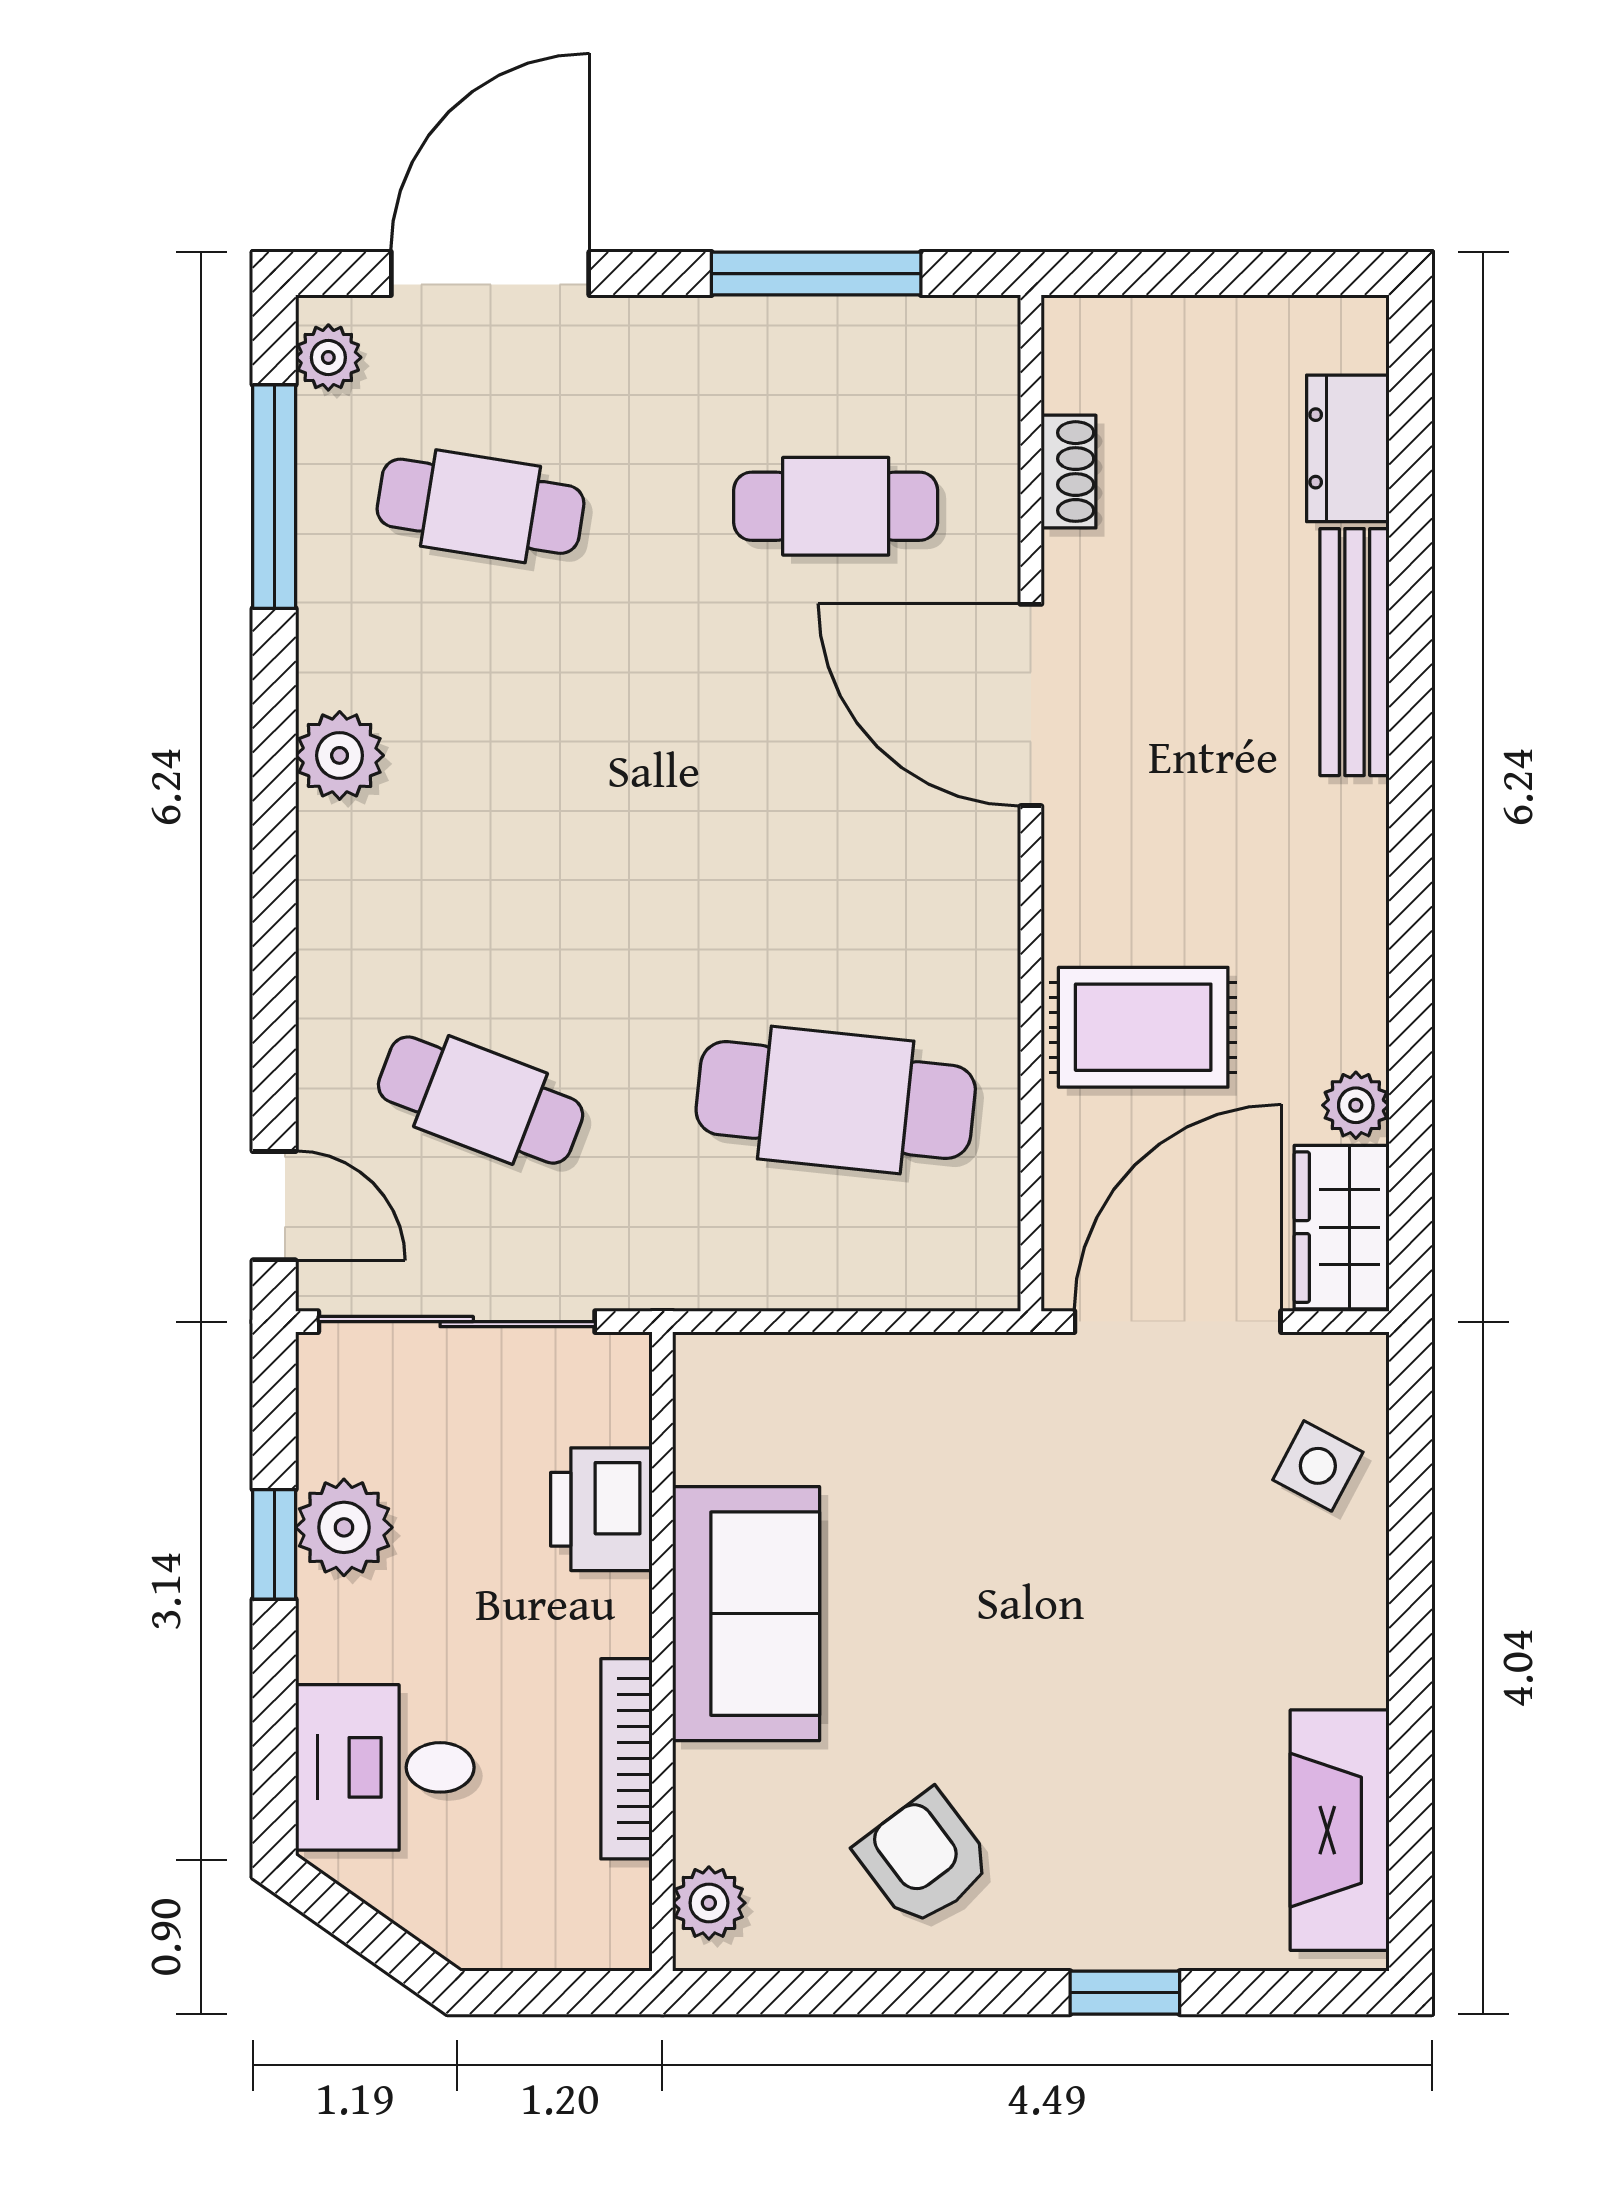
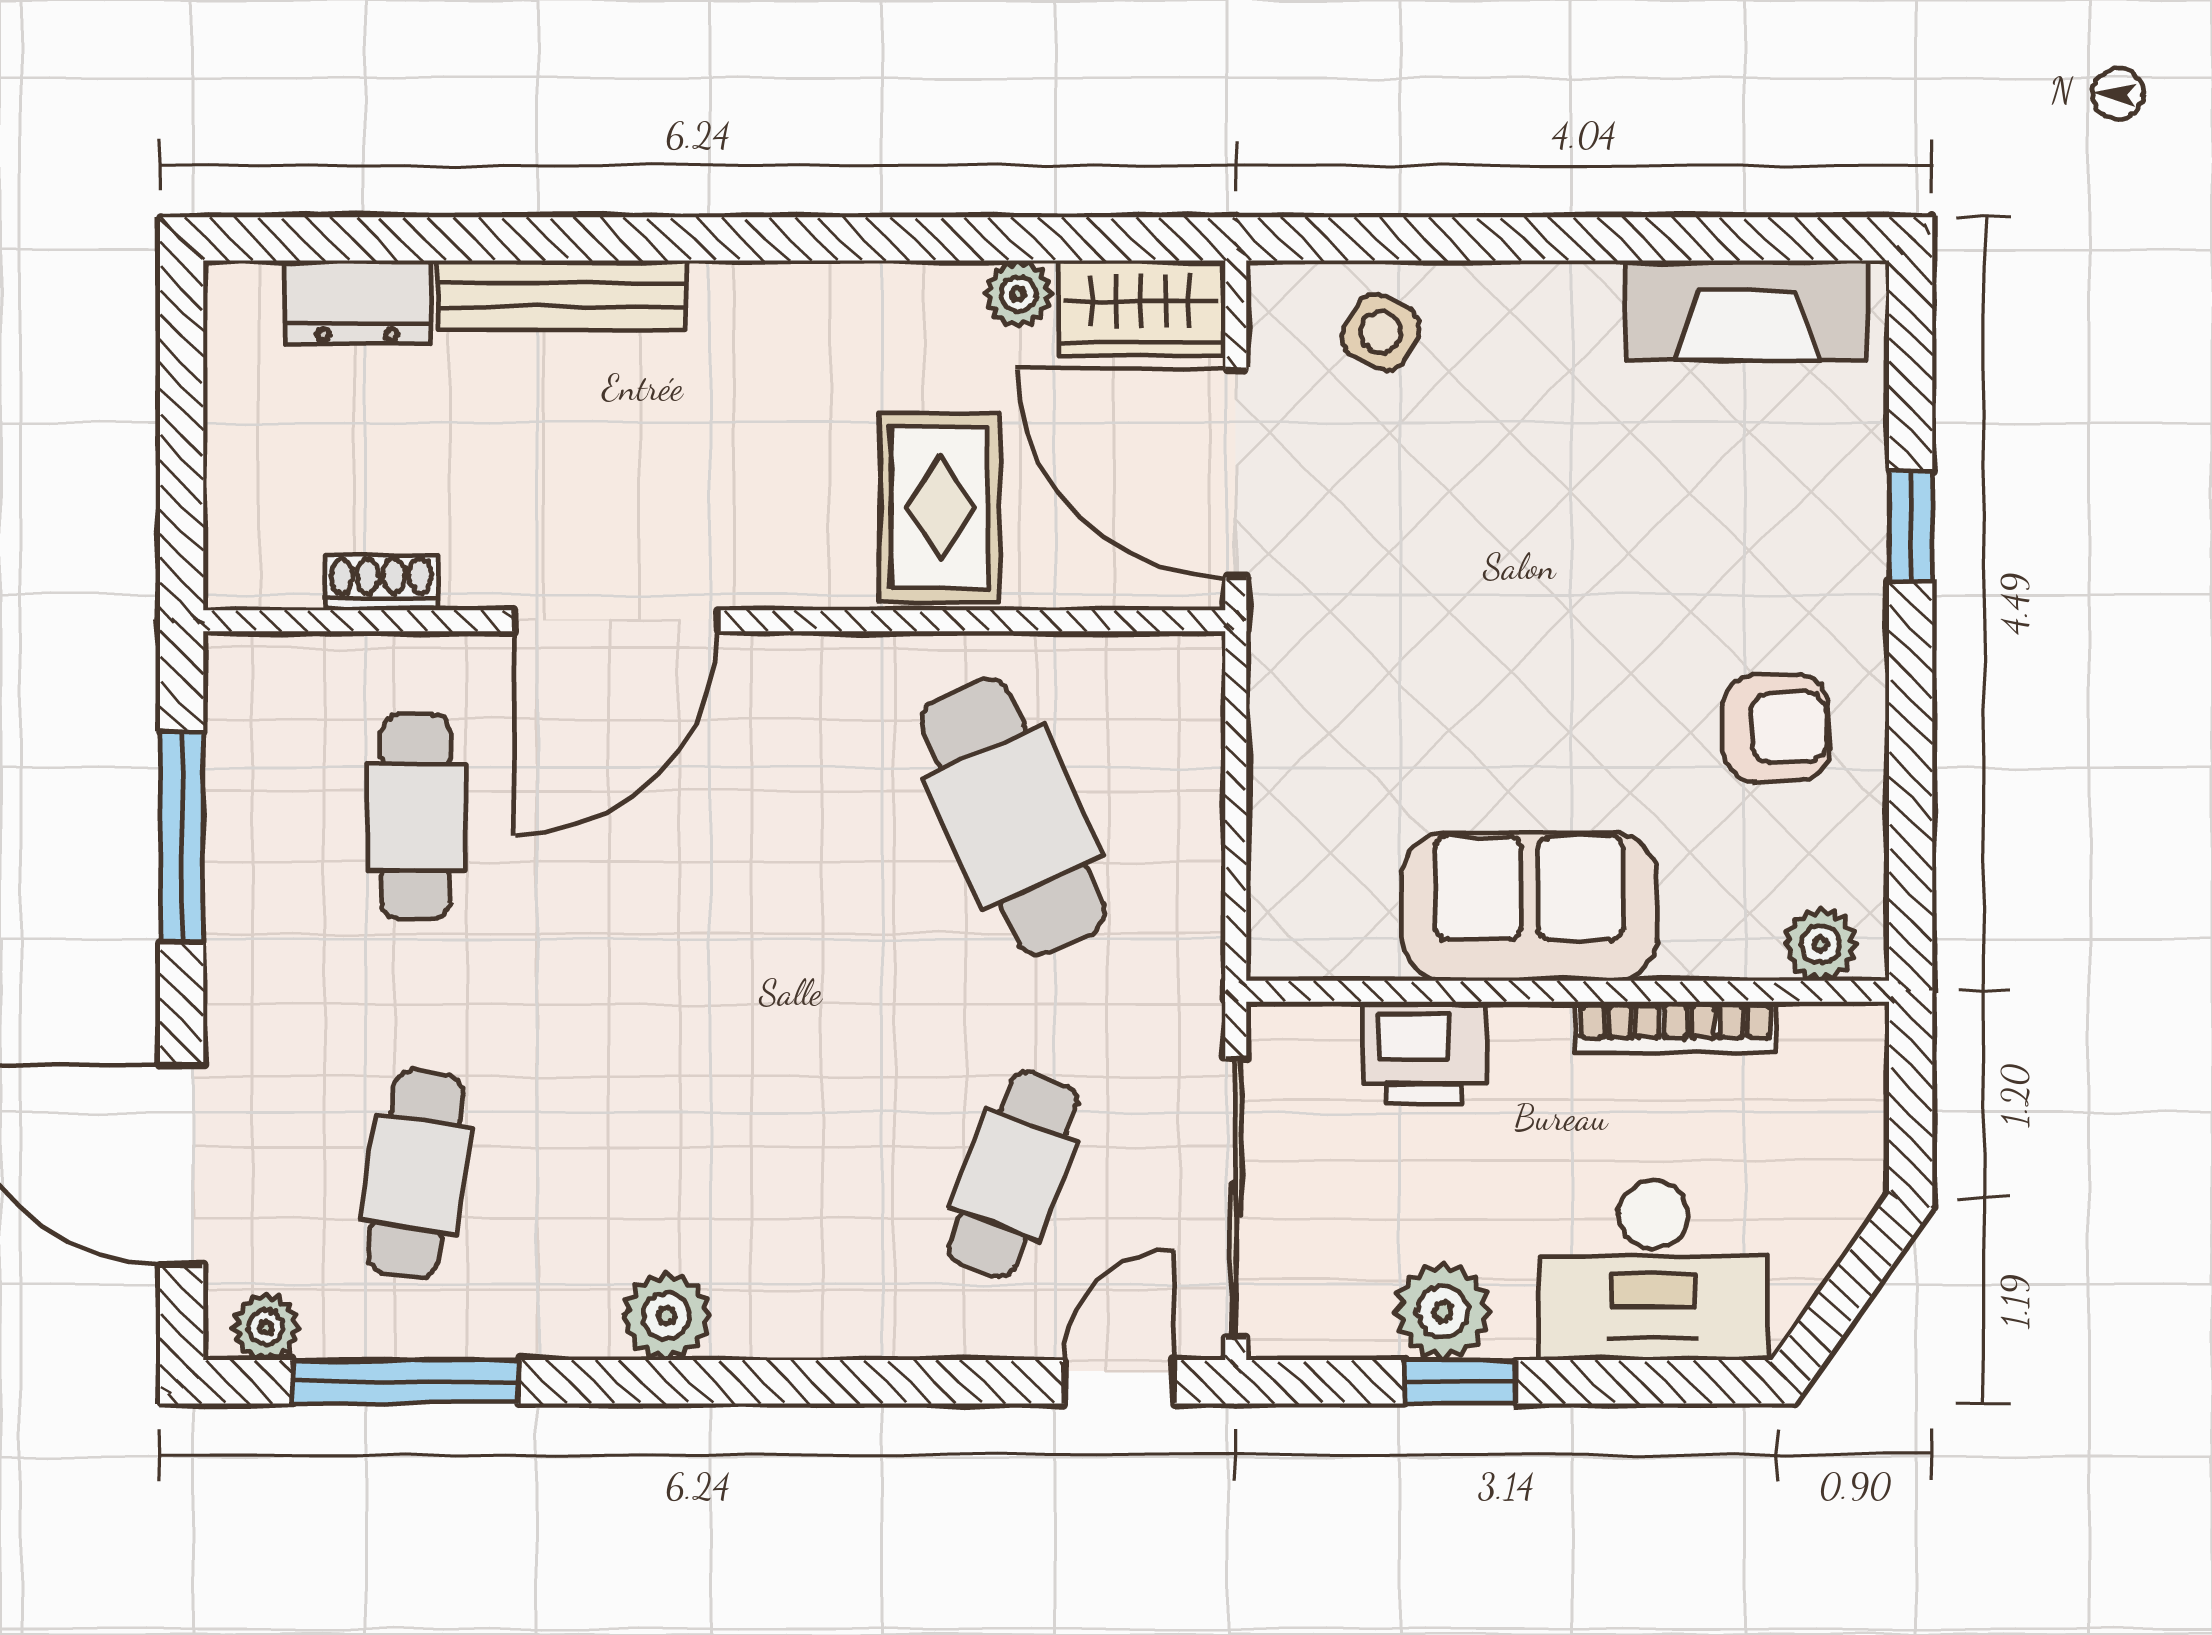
cafe table: (836, 1100) -> (1013, 817), turned -30
desk: (385, 1767) -> (1653, 1270), width x1.37
armchair: (924, 1859) -> (1776, 728), turned -145

